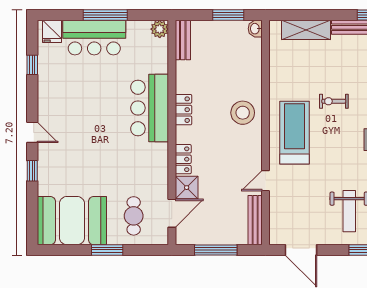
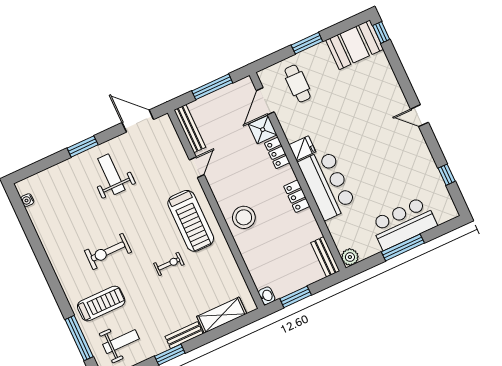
fridge: (52, 31) -> (302, 148), moved, turned 90
window: (32, 171) -> (381, 32), moved
booth: (72, 221) -> (355, 45), width x0.73, depth x0.70

